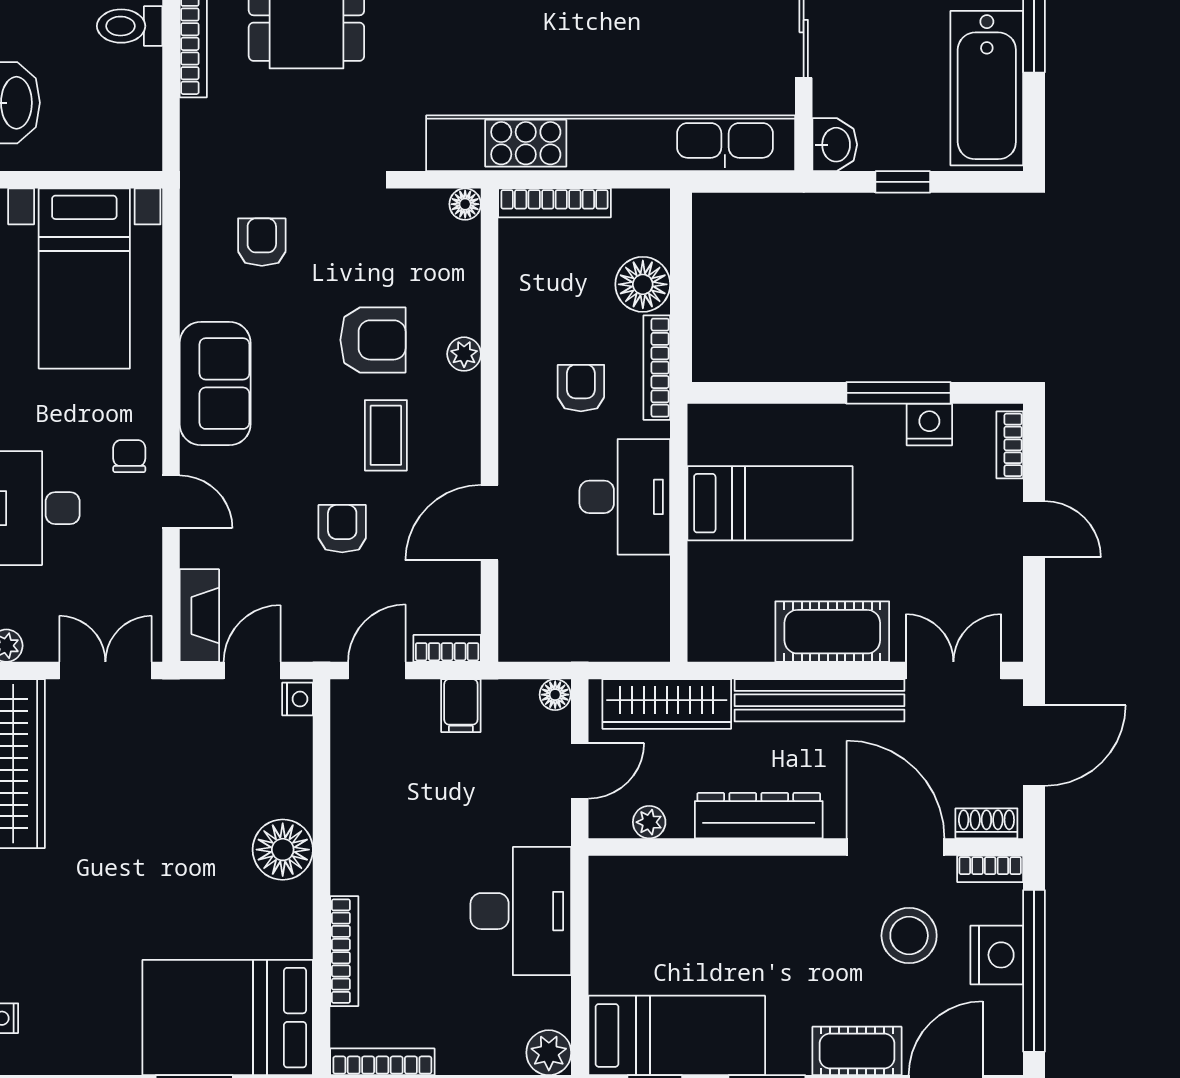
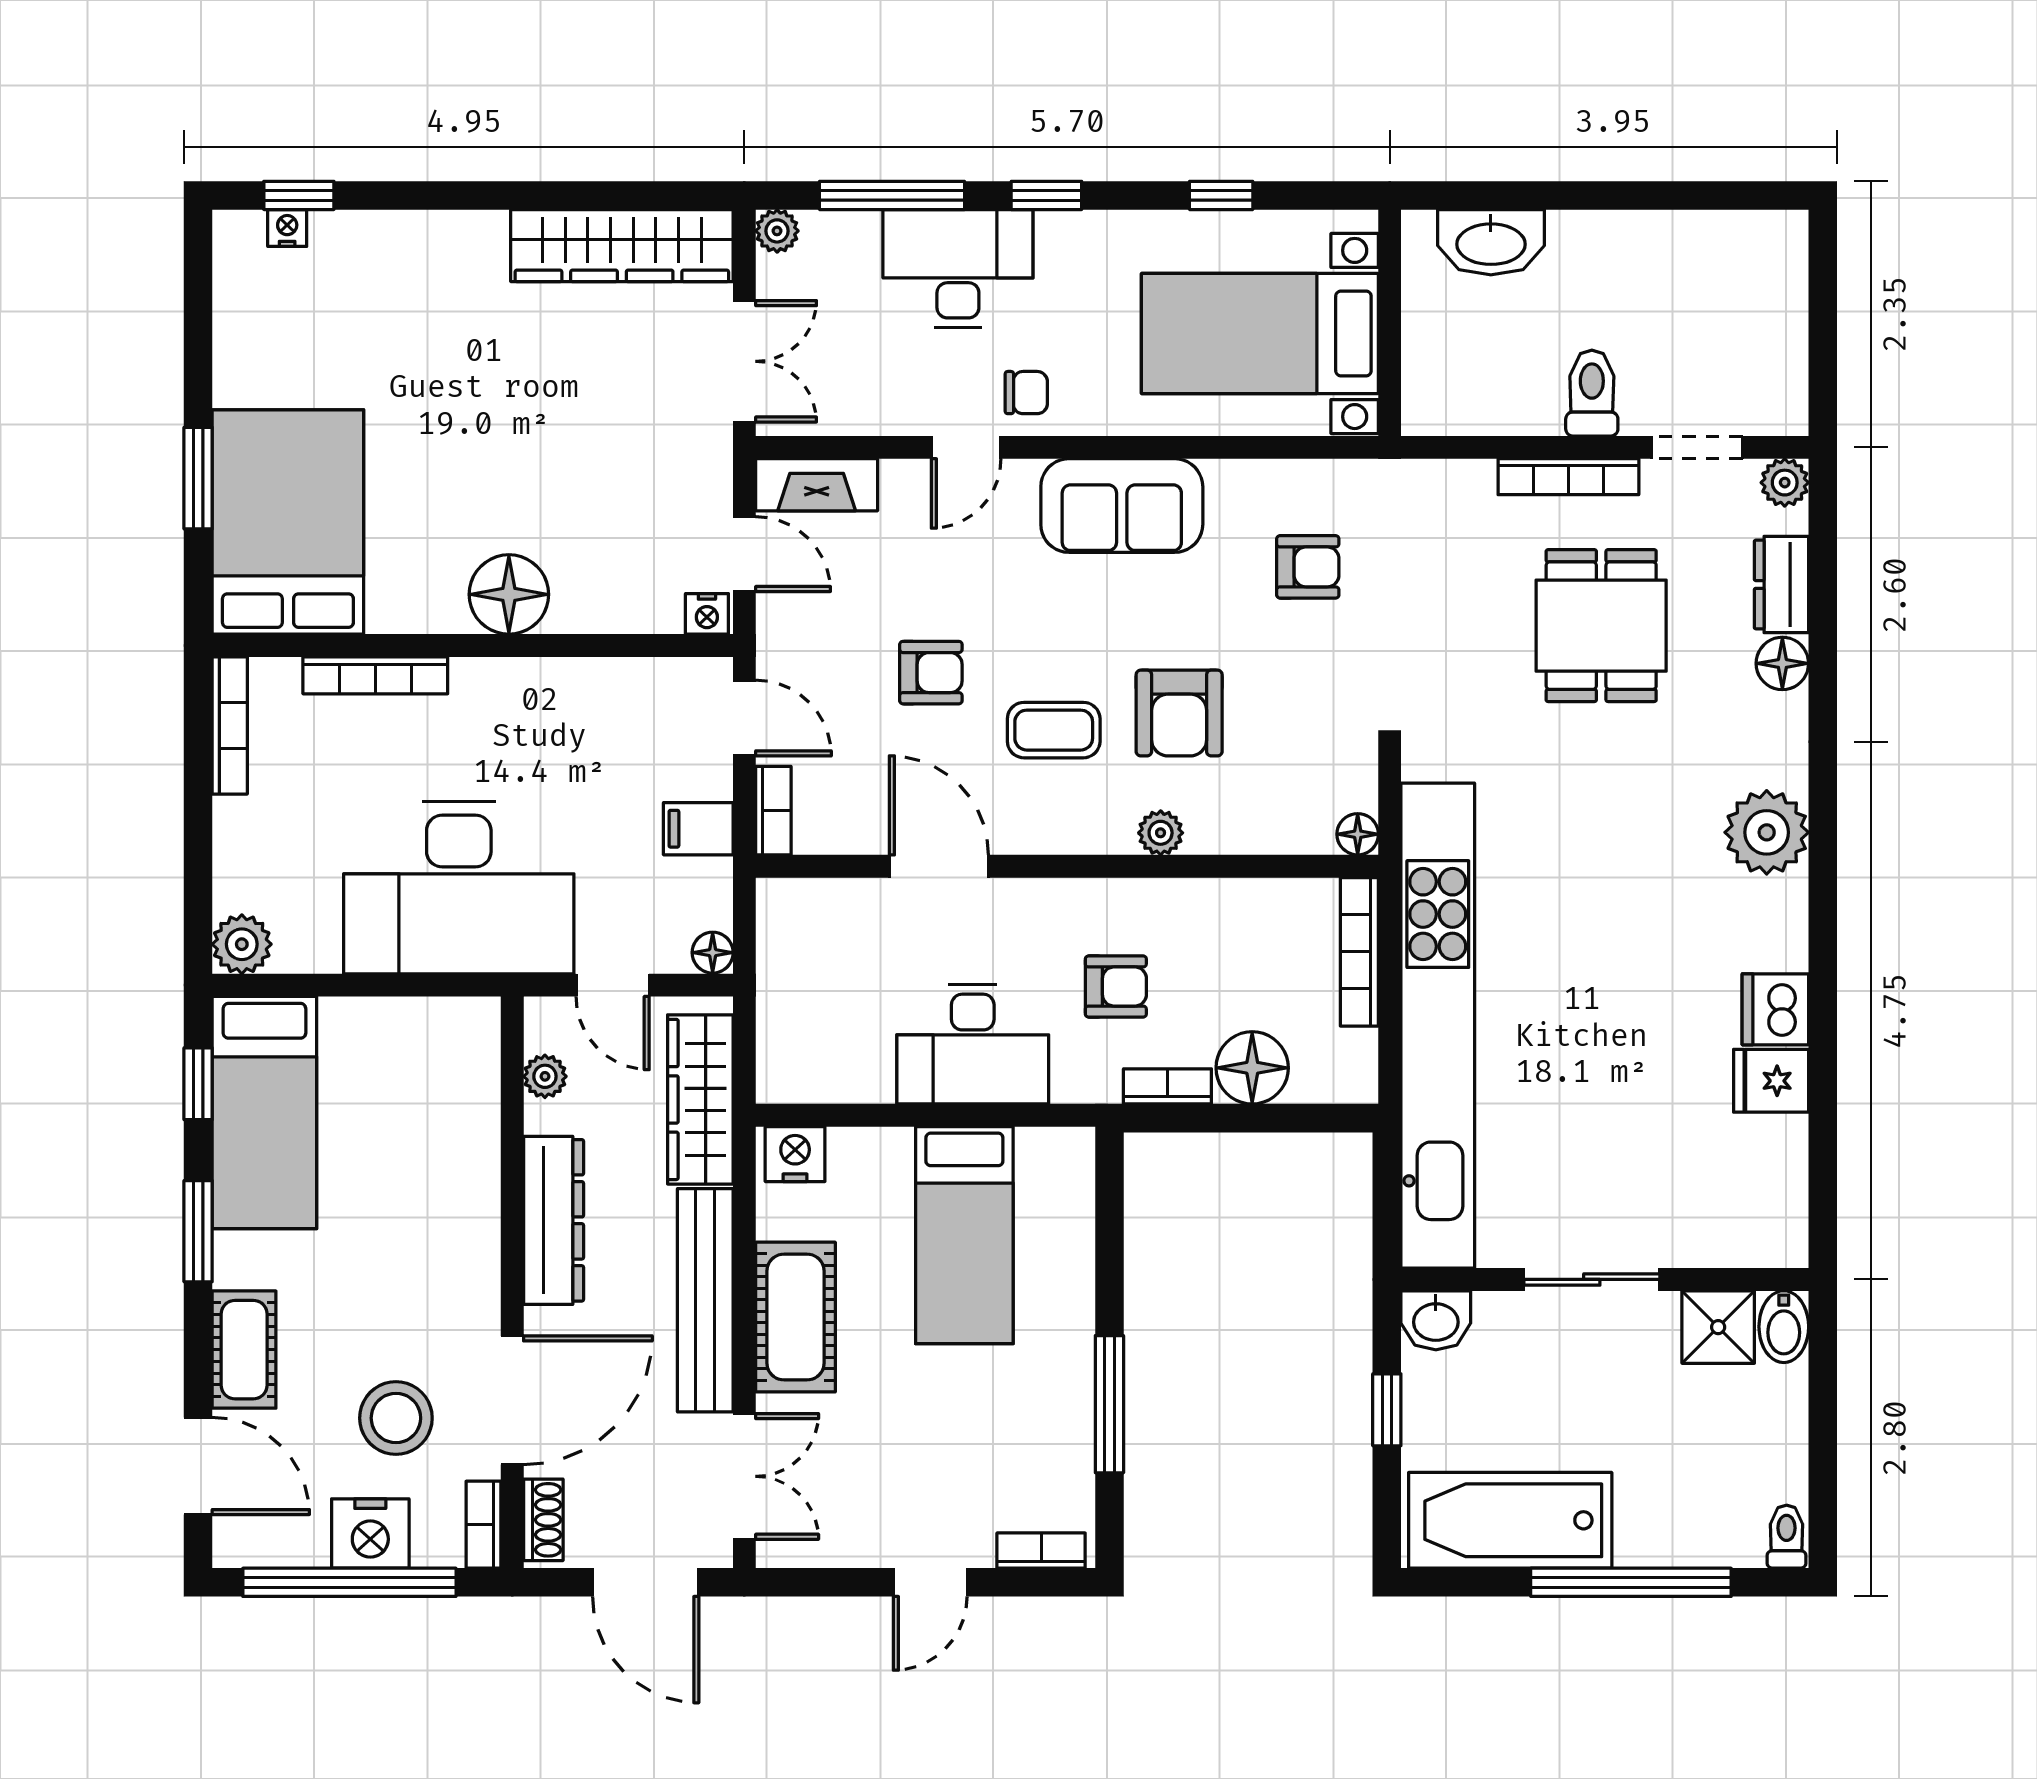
bookcase: (657, 368) -> (1167, 1086), width x0.64
nightstand: (929, 425) -> (795, 1154), moved, turned -90
desk: (521, 911) -> (459, 888), width x1.36, depth x1.30

